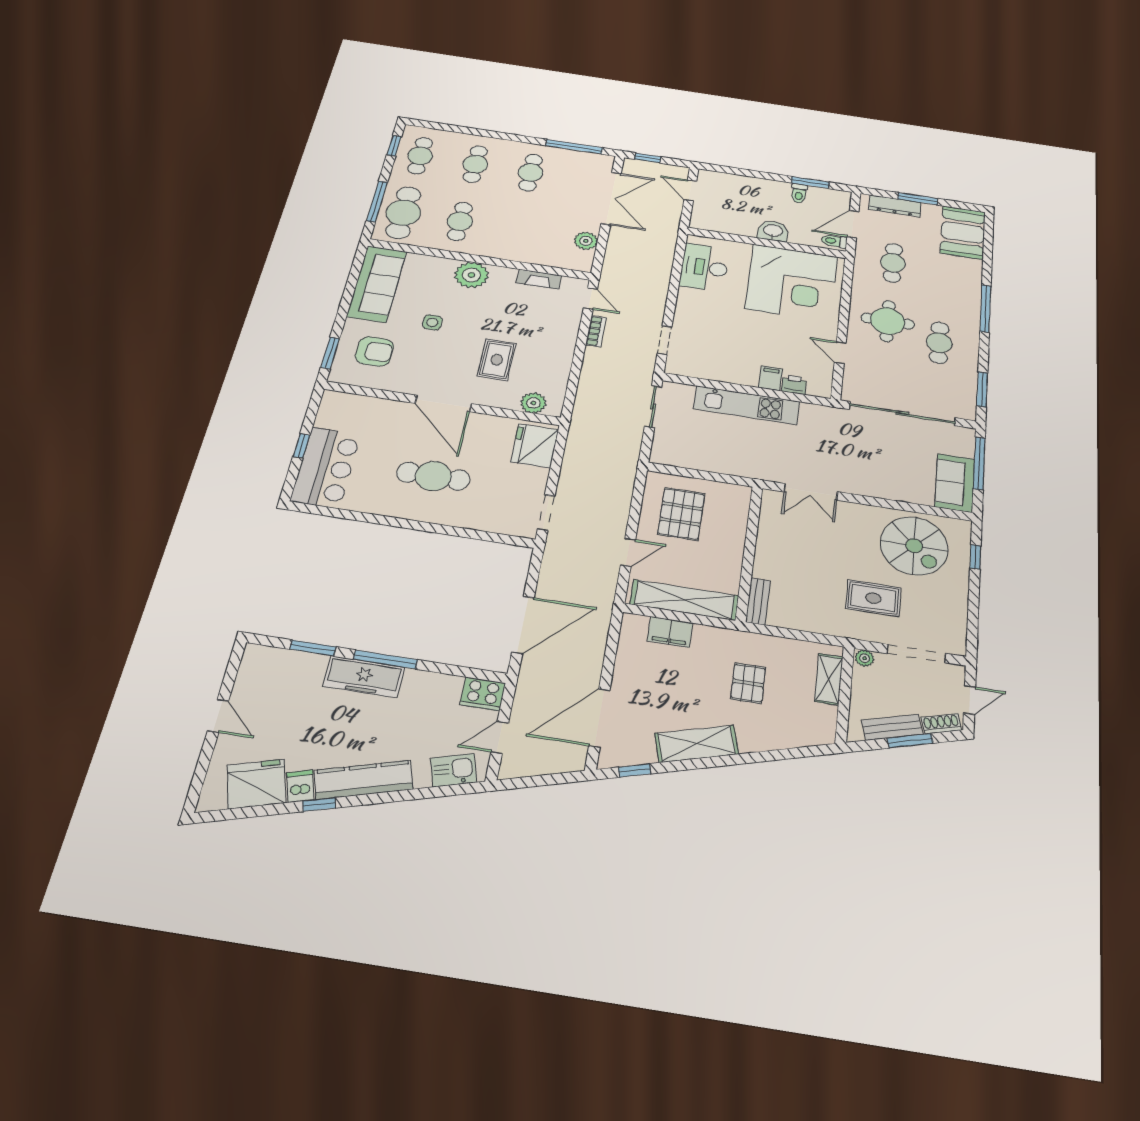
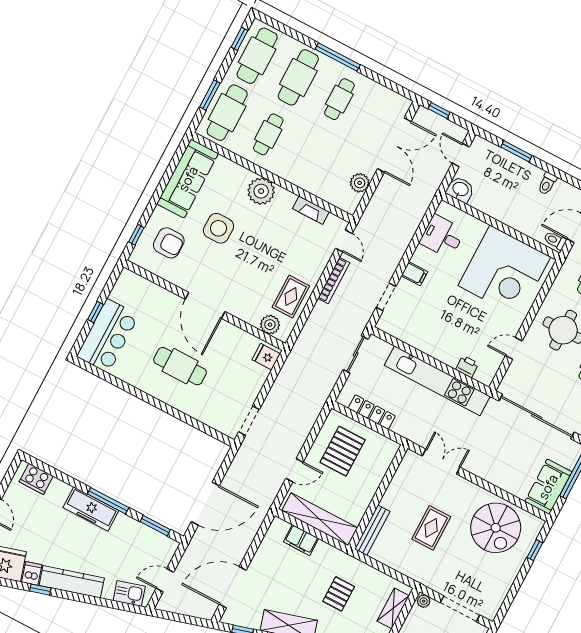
window: (574, 147) -> (338, 57), moved
cafe table: (420, 156) -> (257, 56), width x1.37, depth x1.35
cafe table: (475, 164) -> (298, 77), width x1.37, depth x1.35
window: (810, 183) -> (516, 151), moved
window: (377, 202) -> (210, 95), width x0.69
washbasin: (773, 231) -> (460, 190), moved
desk: (704, 267) -> (442, 236), width x0.73
side table: (432, 322) -> (218, 228), width x1.87, depth x1.87
bookcase: (596, 331) -> (334, 281), width x1.56
window: (330, 353) -> (136, 235), width x0.67
door: (840, 353) -> (514, 348), hinge flipped
rug: (497, 360) -> (291, 297), moved
filing cabinet: (771, 378) -> (414, 274), moved, turned 90
kitchen unit: (747, 405) -> (437, 381), width x1.36
fridge: (535, 446) -> (266, 357), width x0.53, depth x0.75
locker: (700, 462) -> (372, 412), added
double door: (811, 492) -> (441, 462), swing flipped
rug: (873, 598) -> (431, 528), moved, turned 90
bench: (758, 601) -> (372, 530), width x1.36
window: (313, 648) -> (155, 526), moved
cooker: (483, 694) -> (36, 479), moved

